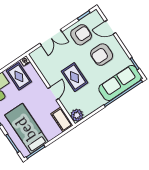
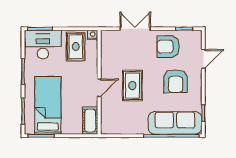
door: (110, 27) -> (203, 59), swing flipped
armchair: (81, 35) -> (168, 47), turned 180
double door: (51, 38) -> (135, 29), swing flipped
armchair: (102, 55) -> (176, 81), turned -90
plant: (77, 115) -> (109, 126), removed

